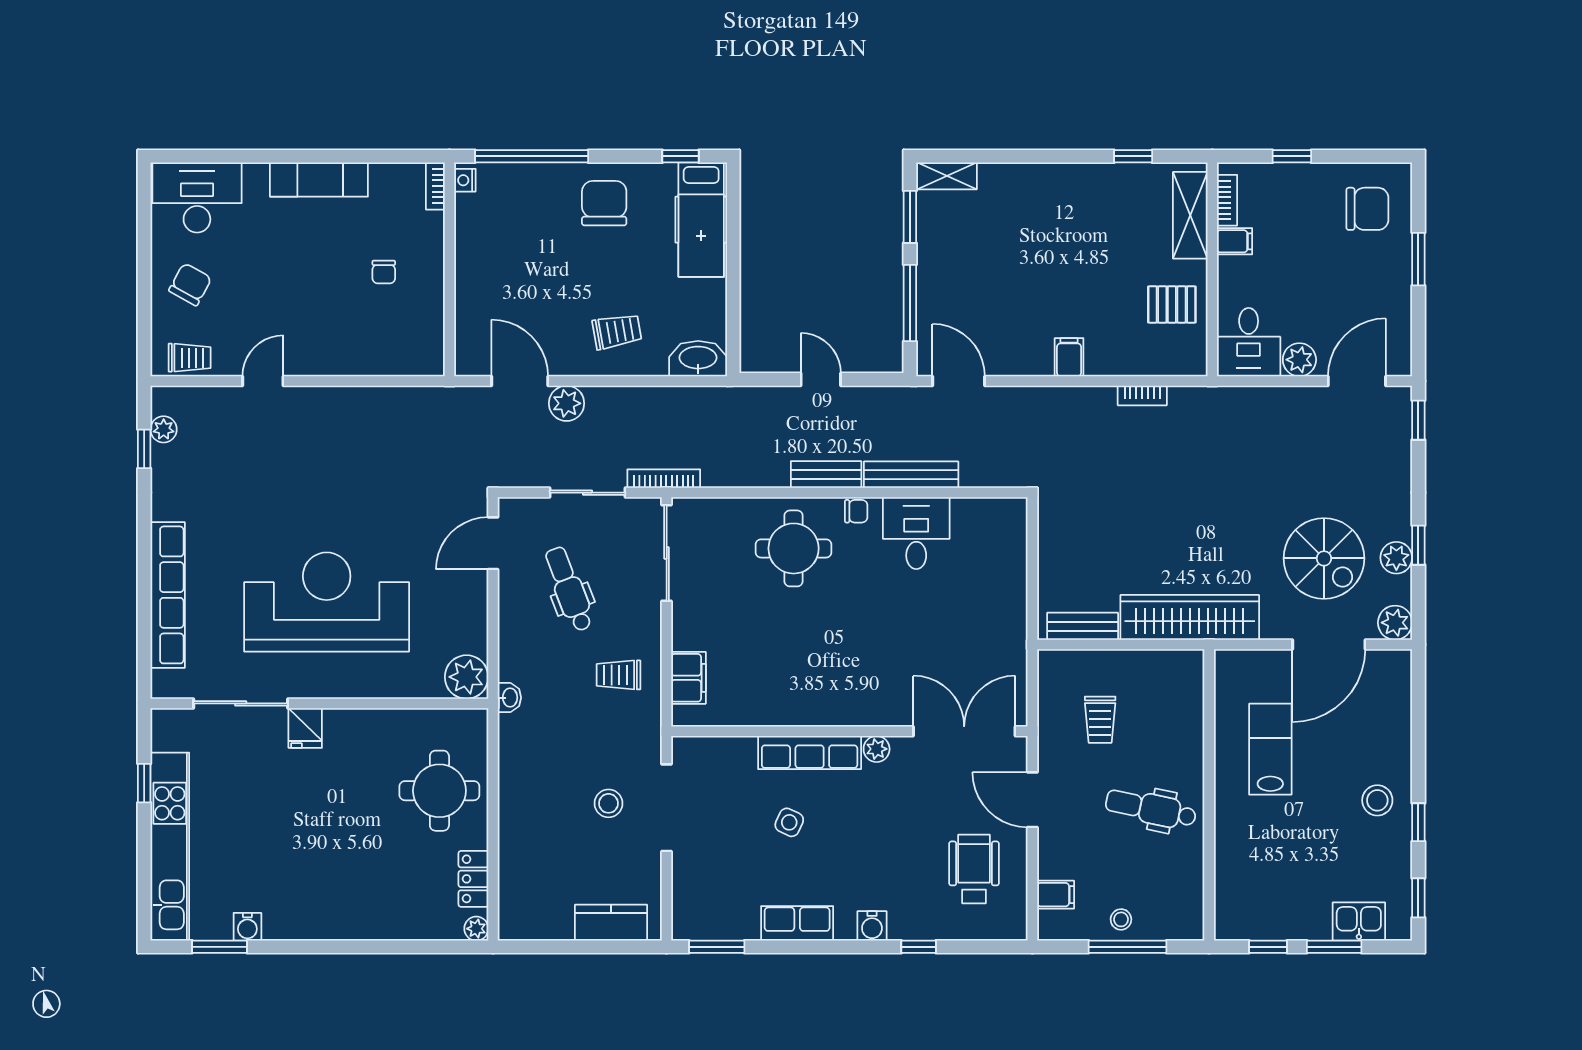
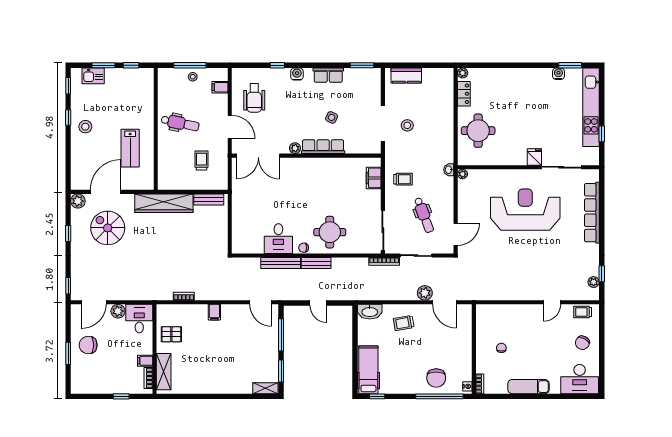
window: (1133, 156) -> (188, 396), removed
chair: (604, 203) -> (436, 378), moved
chair: (1367, 209) -> (88, 345), moved
plant: (1396, 558) -> (77, 228), removed
reception desk: (327, 602) -> (525, 210), turned 180
plant: (467, 677) -> (462, 174), width x0.53, depth x0.53

